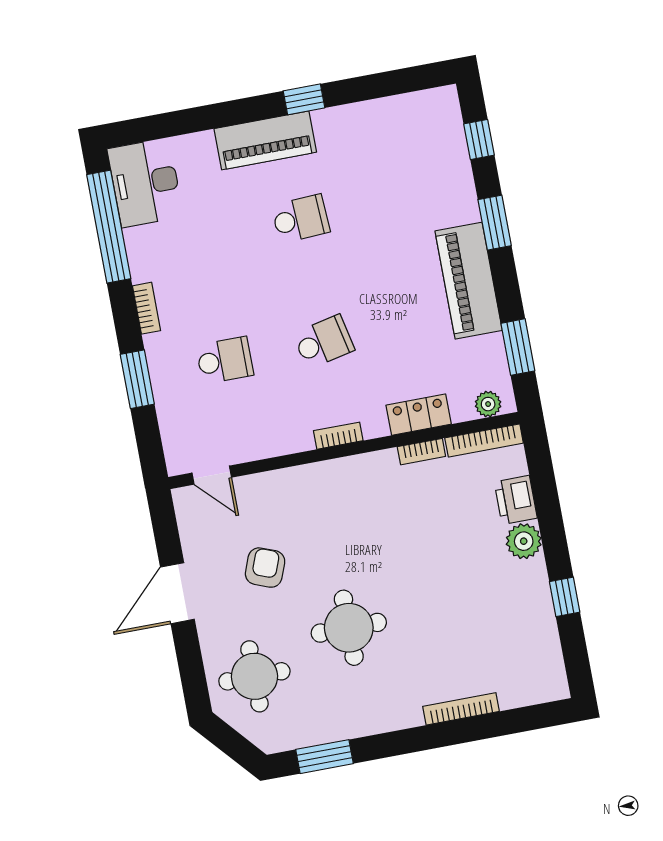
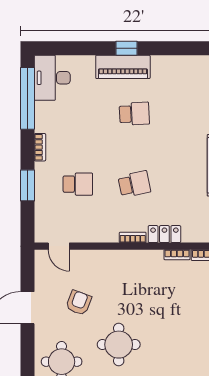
window: (304, 99) -> (127, 48), moved
locker: (419, 415) -> (164, 234), moved

